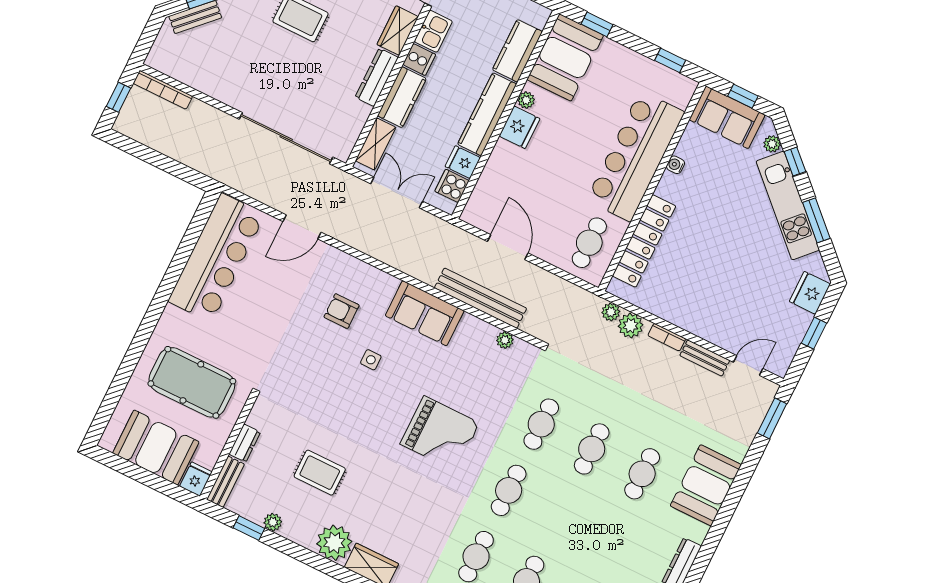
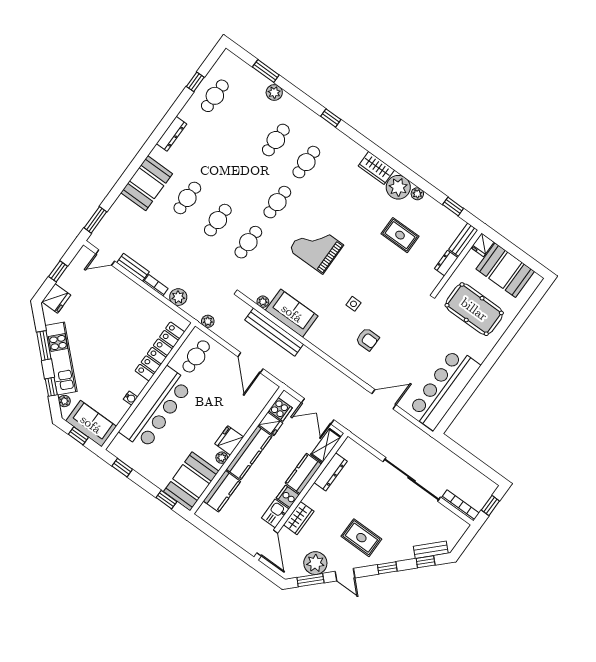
dresser: (377, 77) -> (331, 472), moved
sliding door: (286, 138) -> (412, 479), moved
plant: (611, 312) -> (208, 321), moved
sofa: (425, 313) -> (292, 313), moved
plant: (273, 522) -> (417, 194), moved

